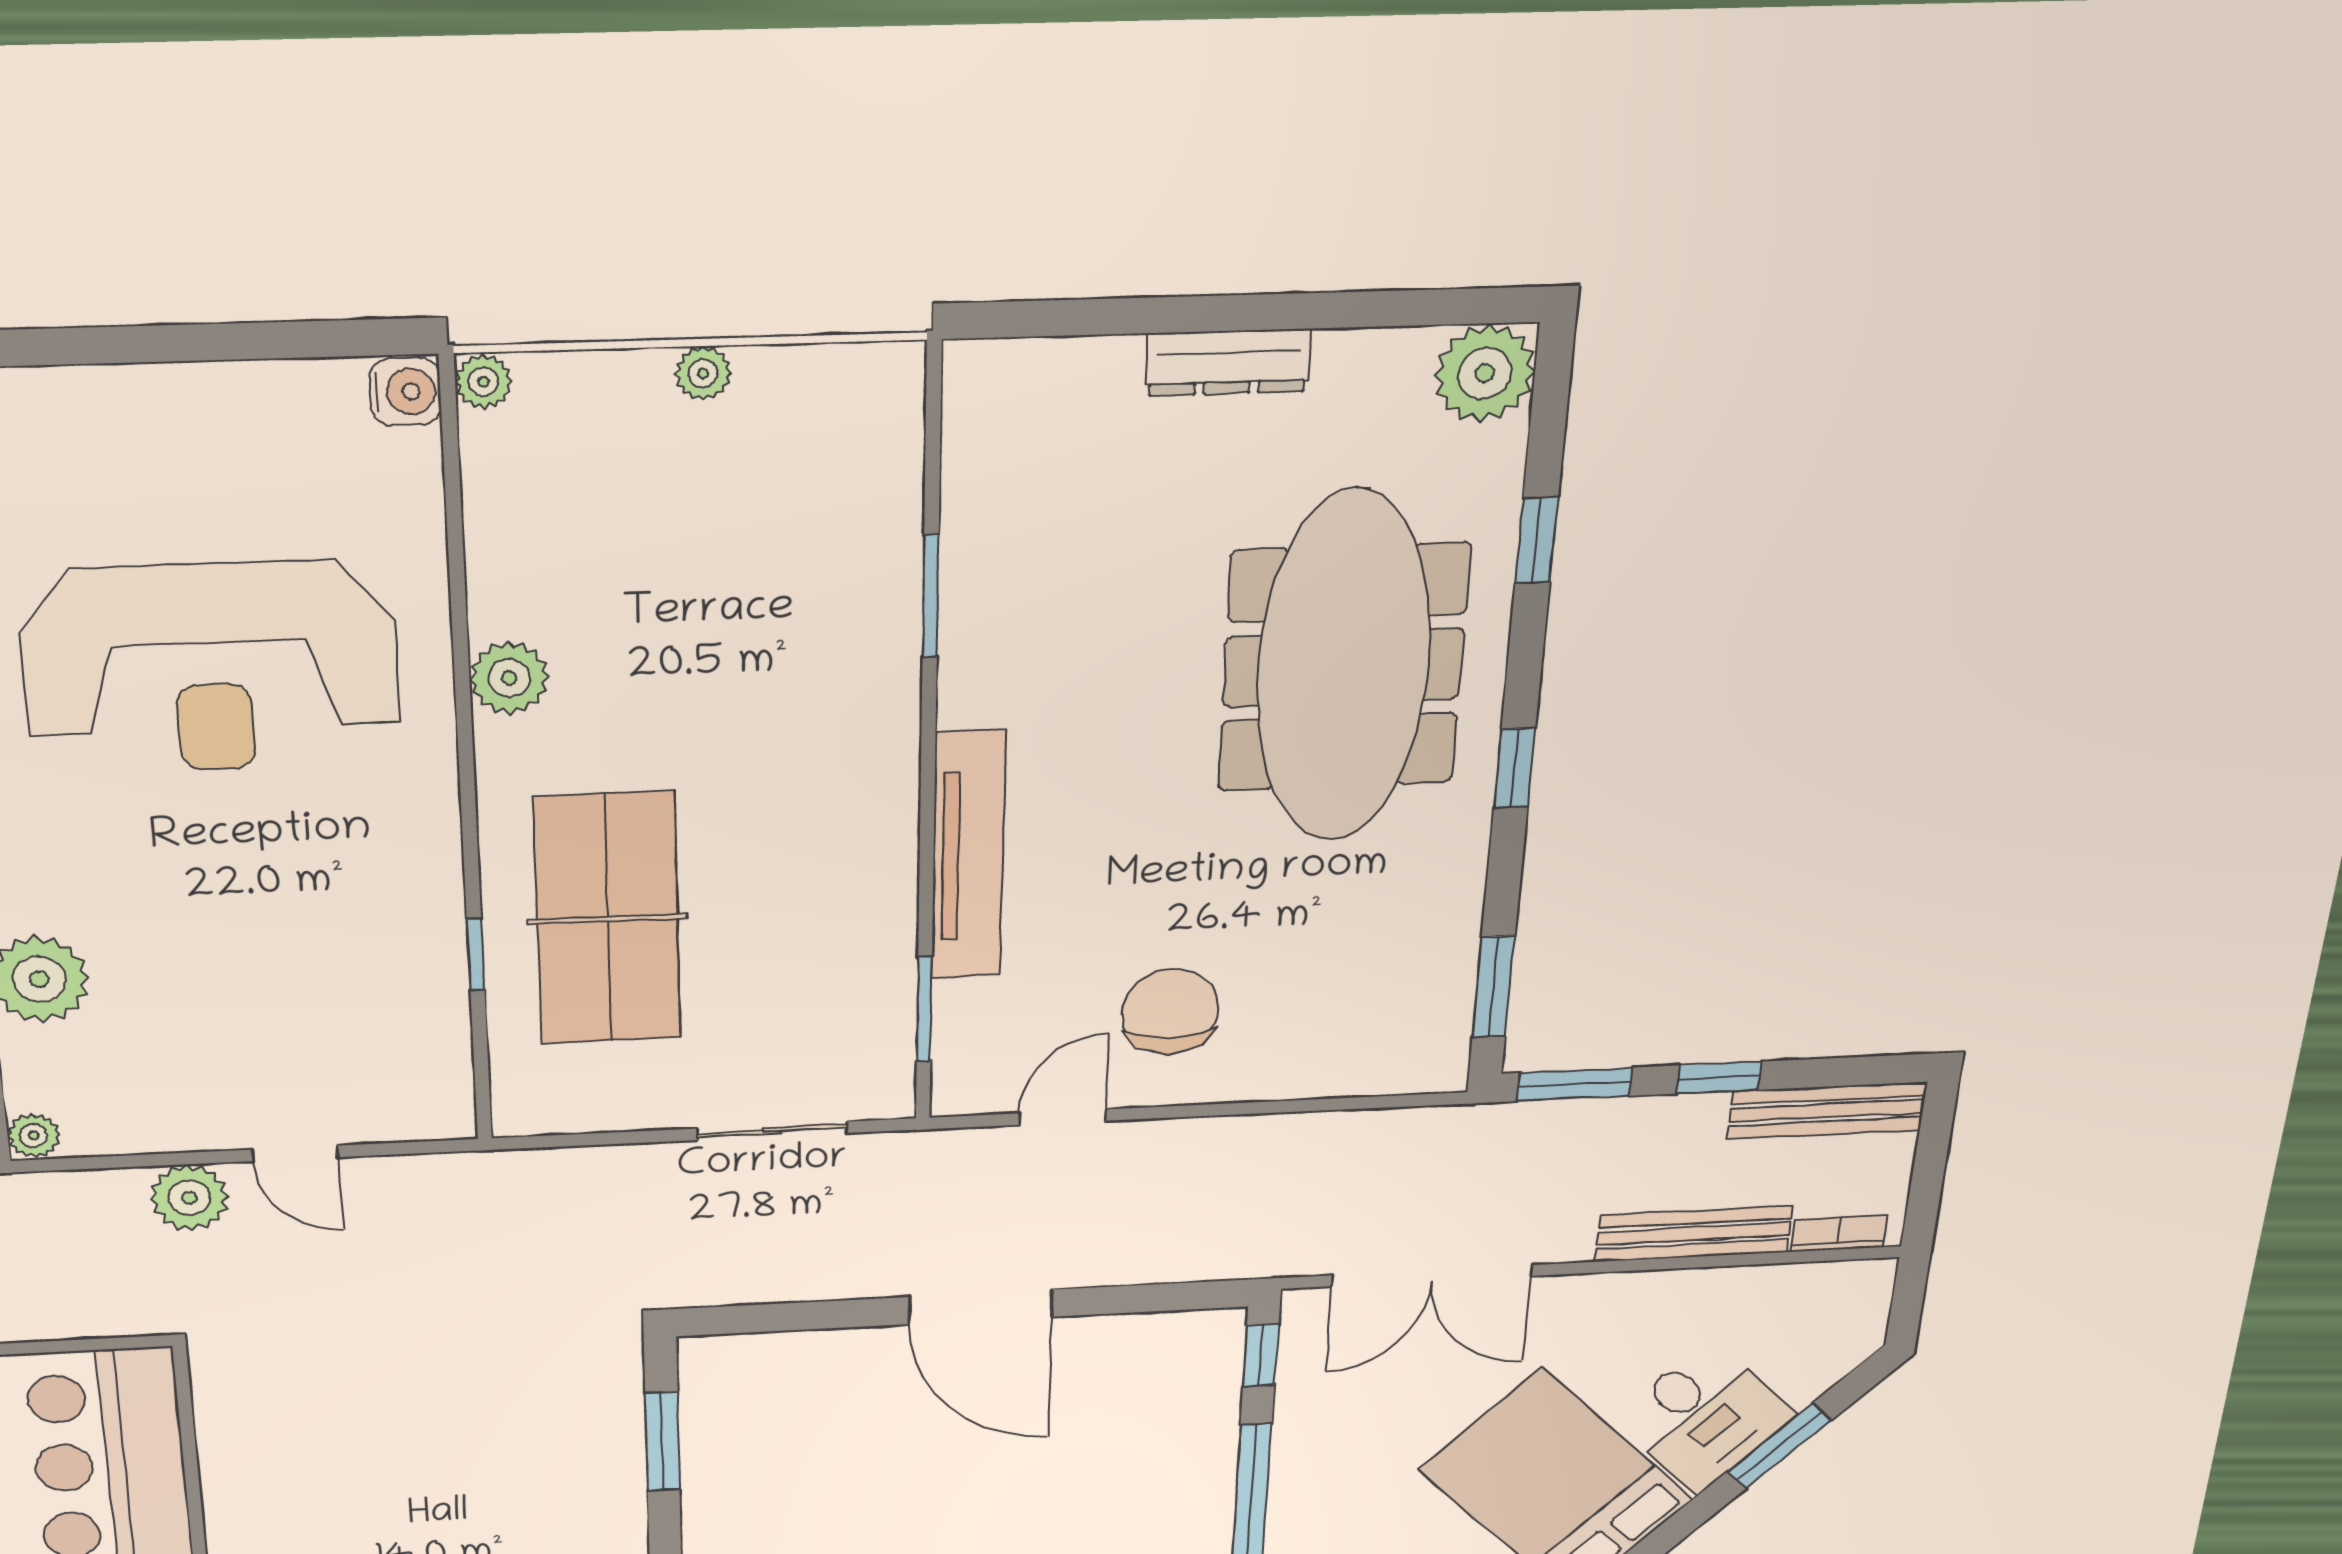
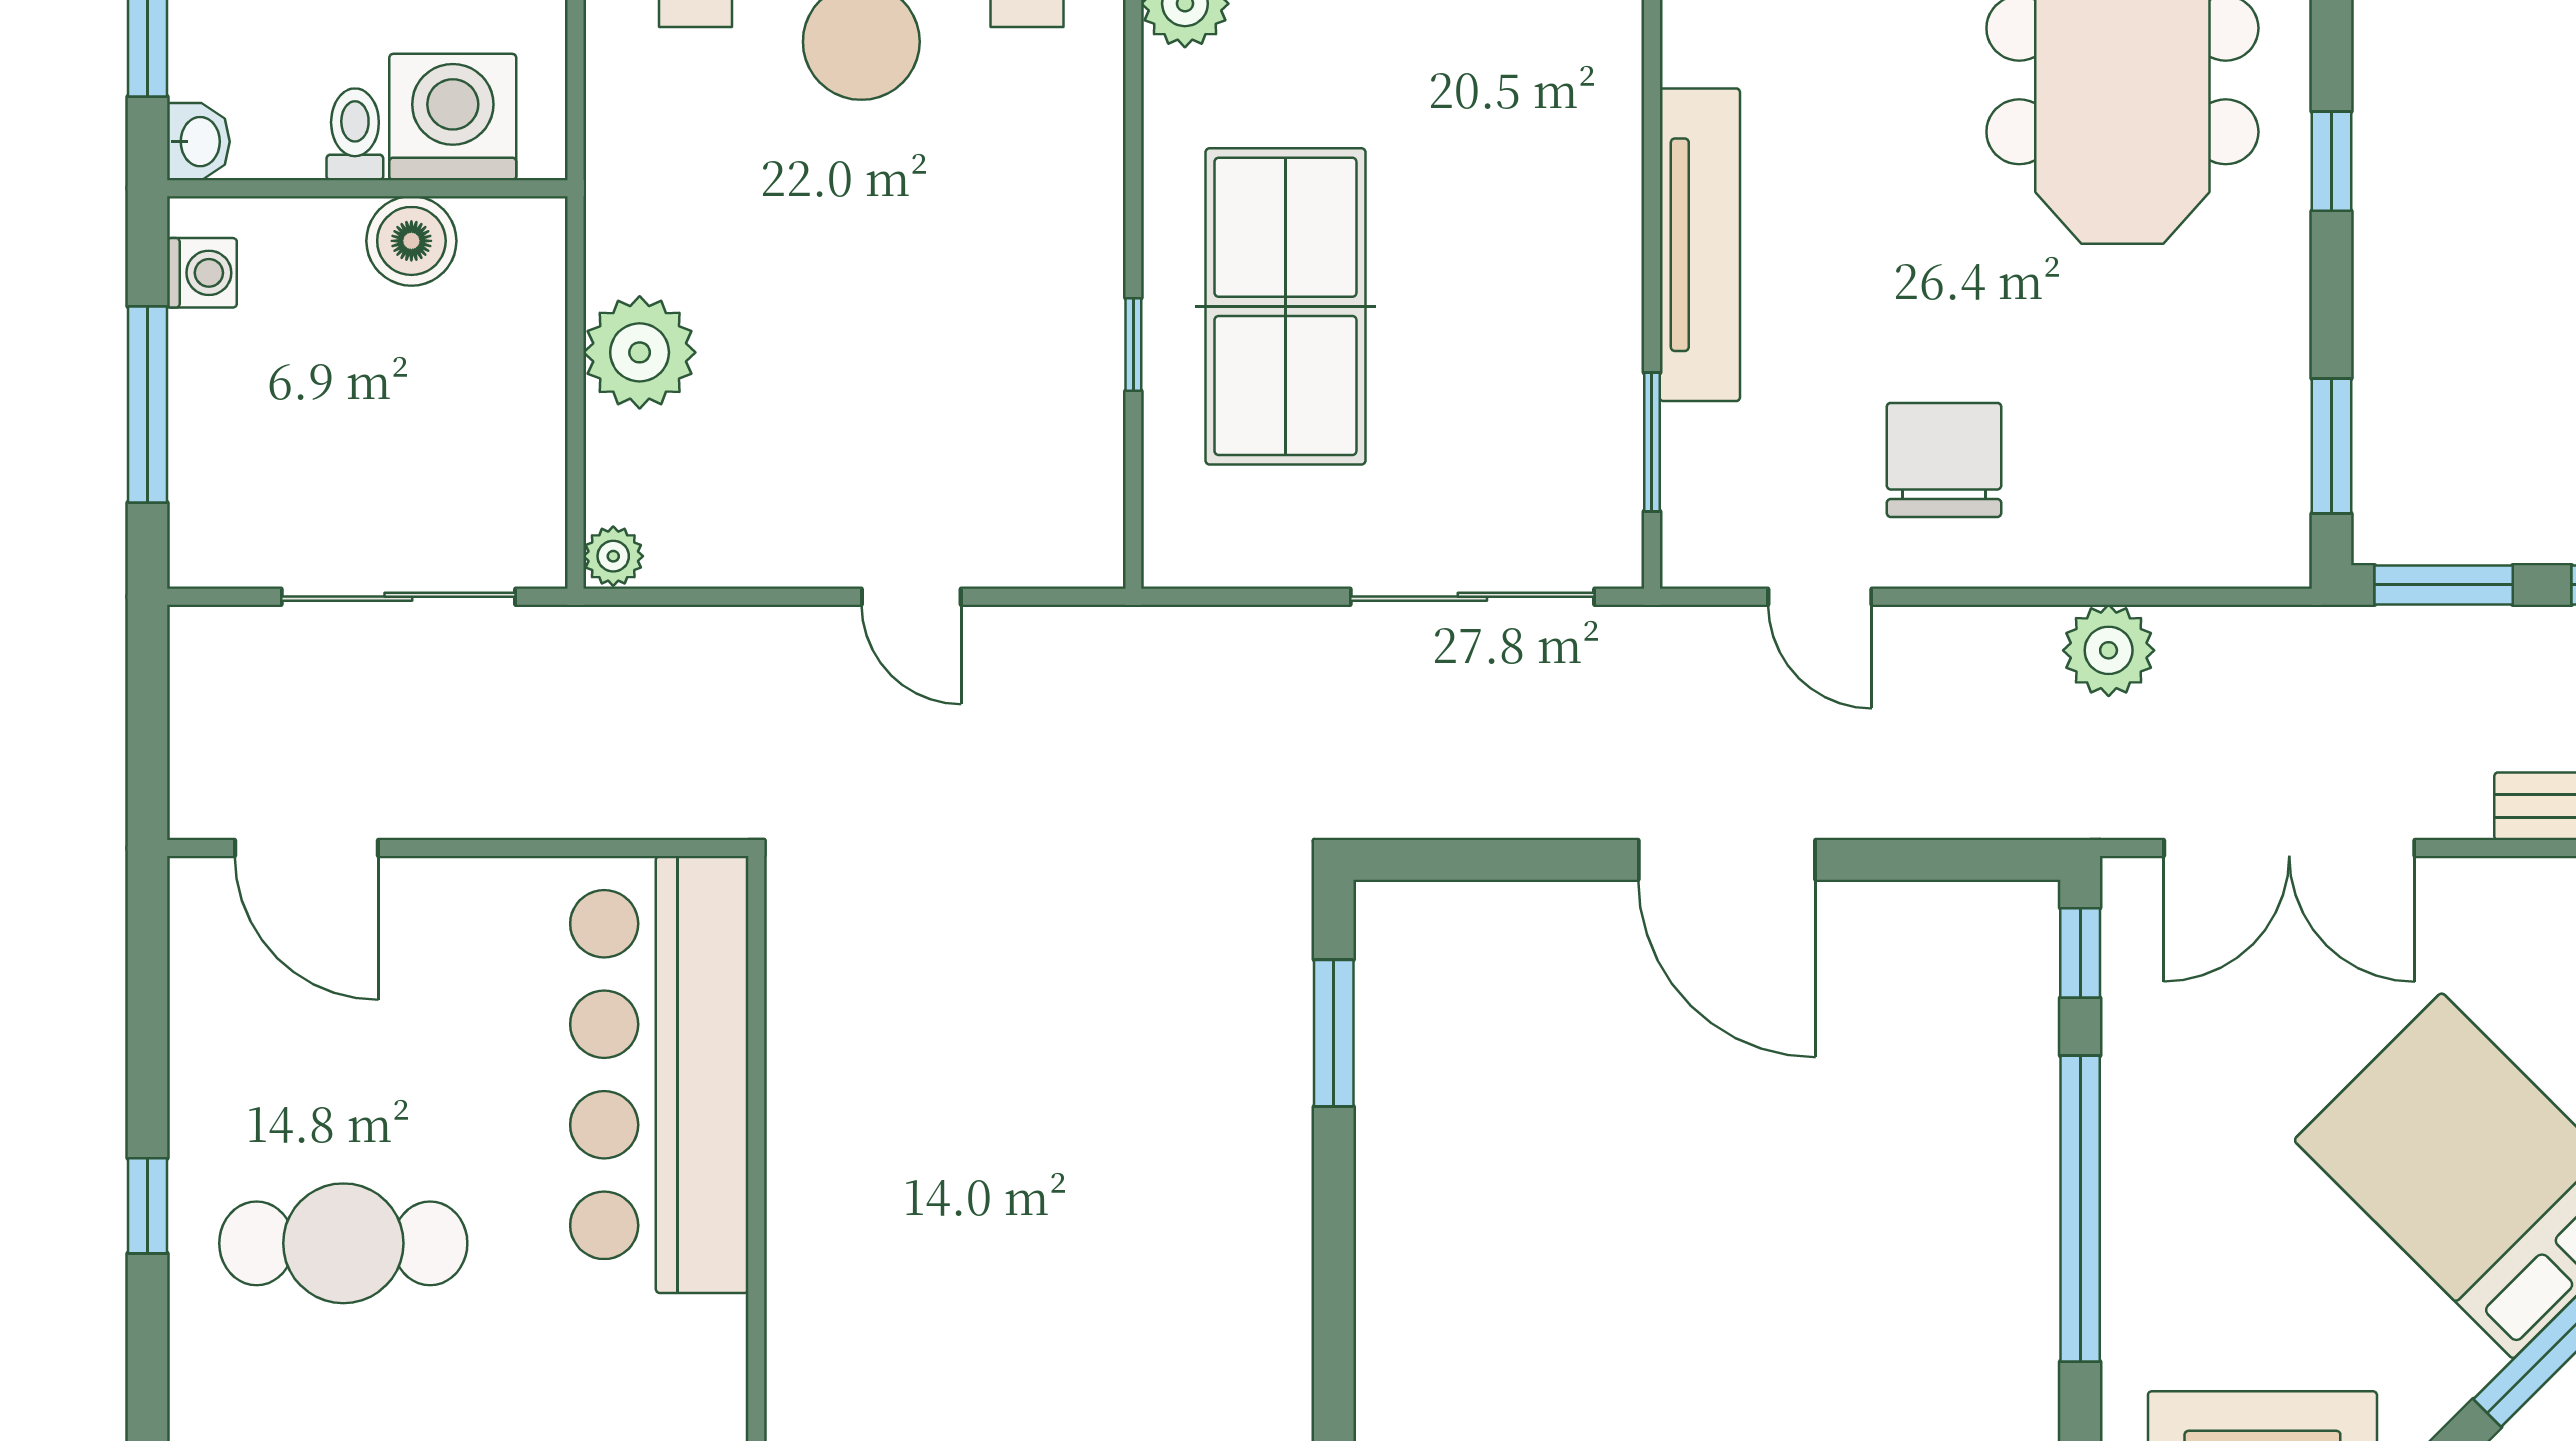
door: (1062, 1117) -> (1820, 597), swing flipped
sliding door: (772, 1131) -> (1472, 597), width x1.37
plant: (189, 1198) -> (2109, 650), moved

